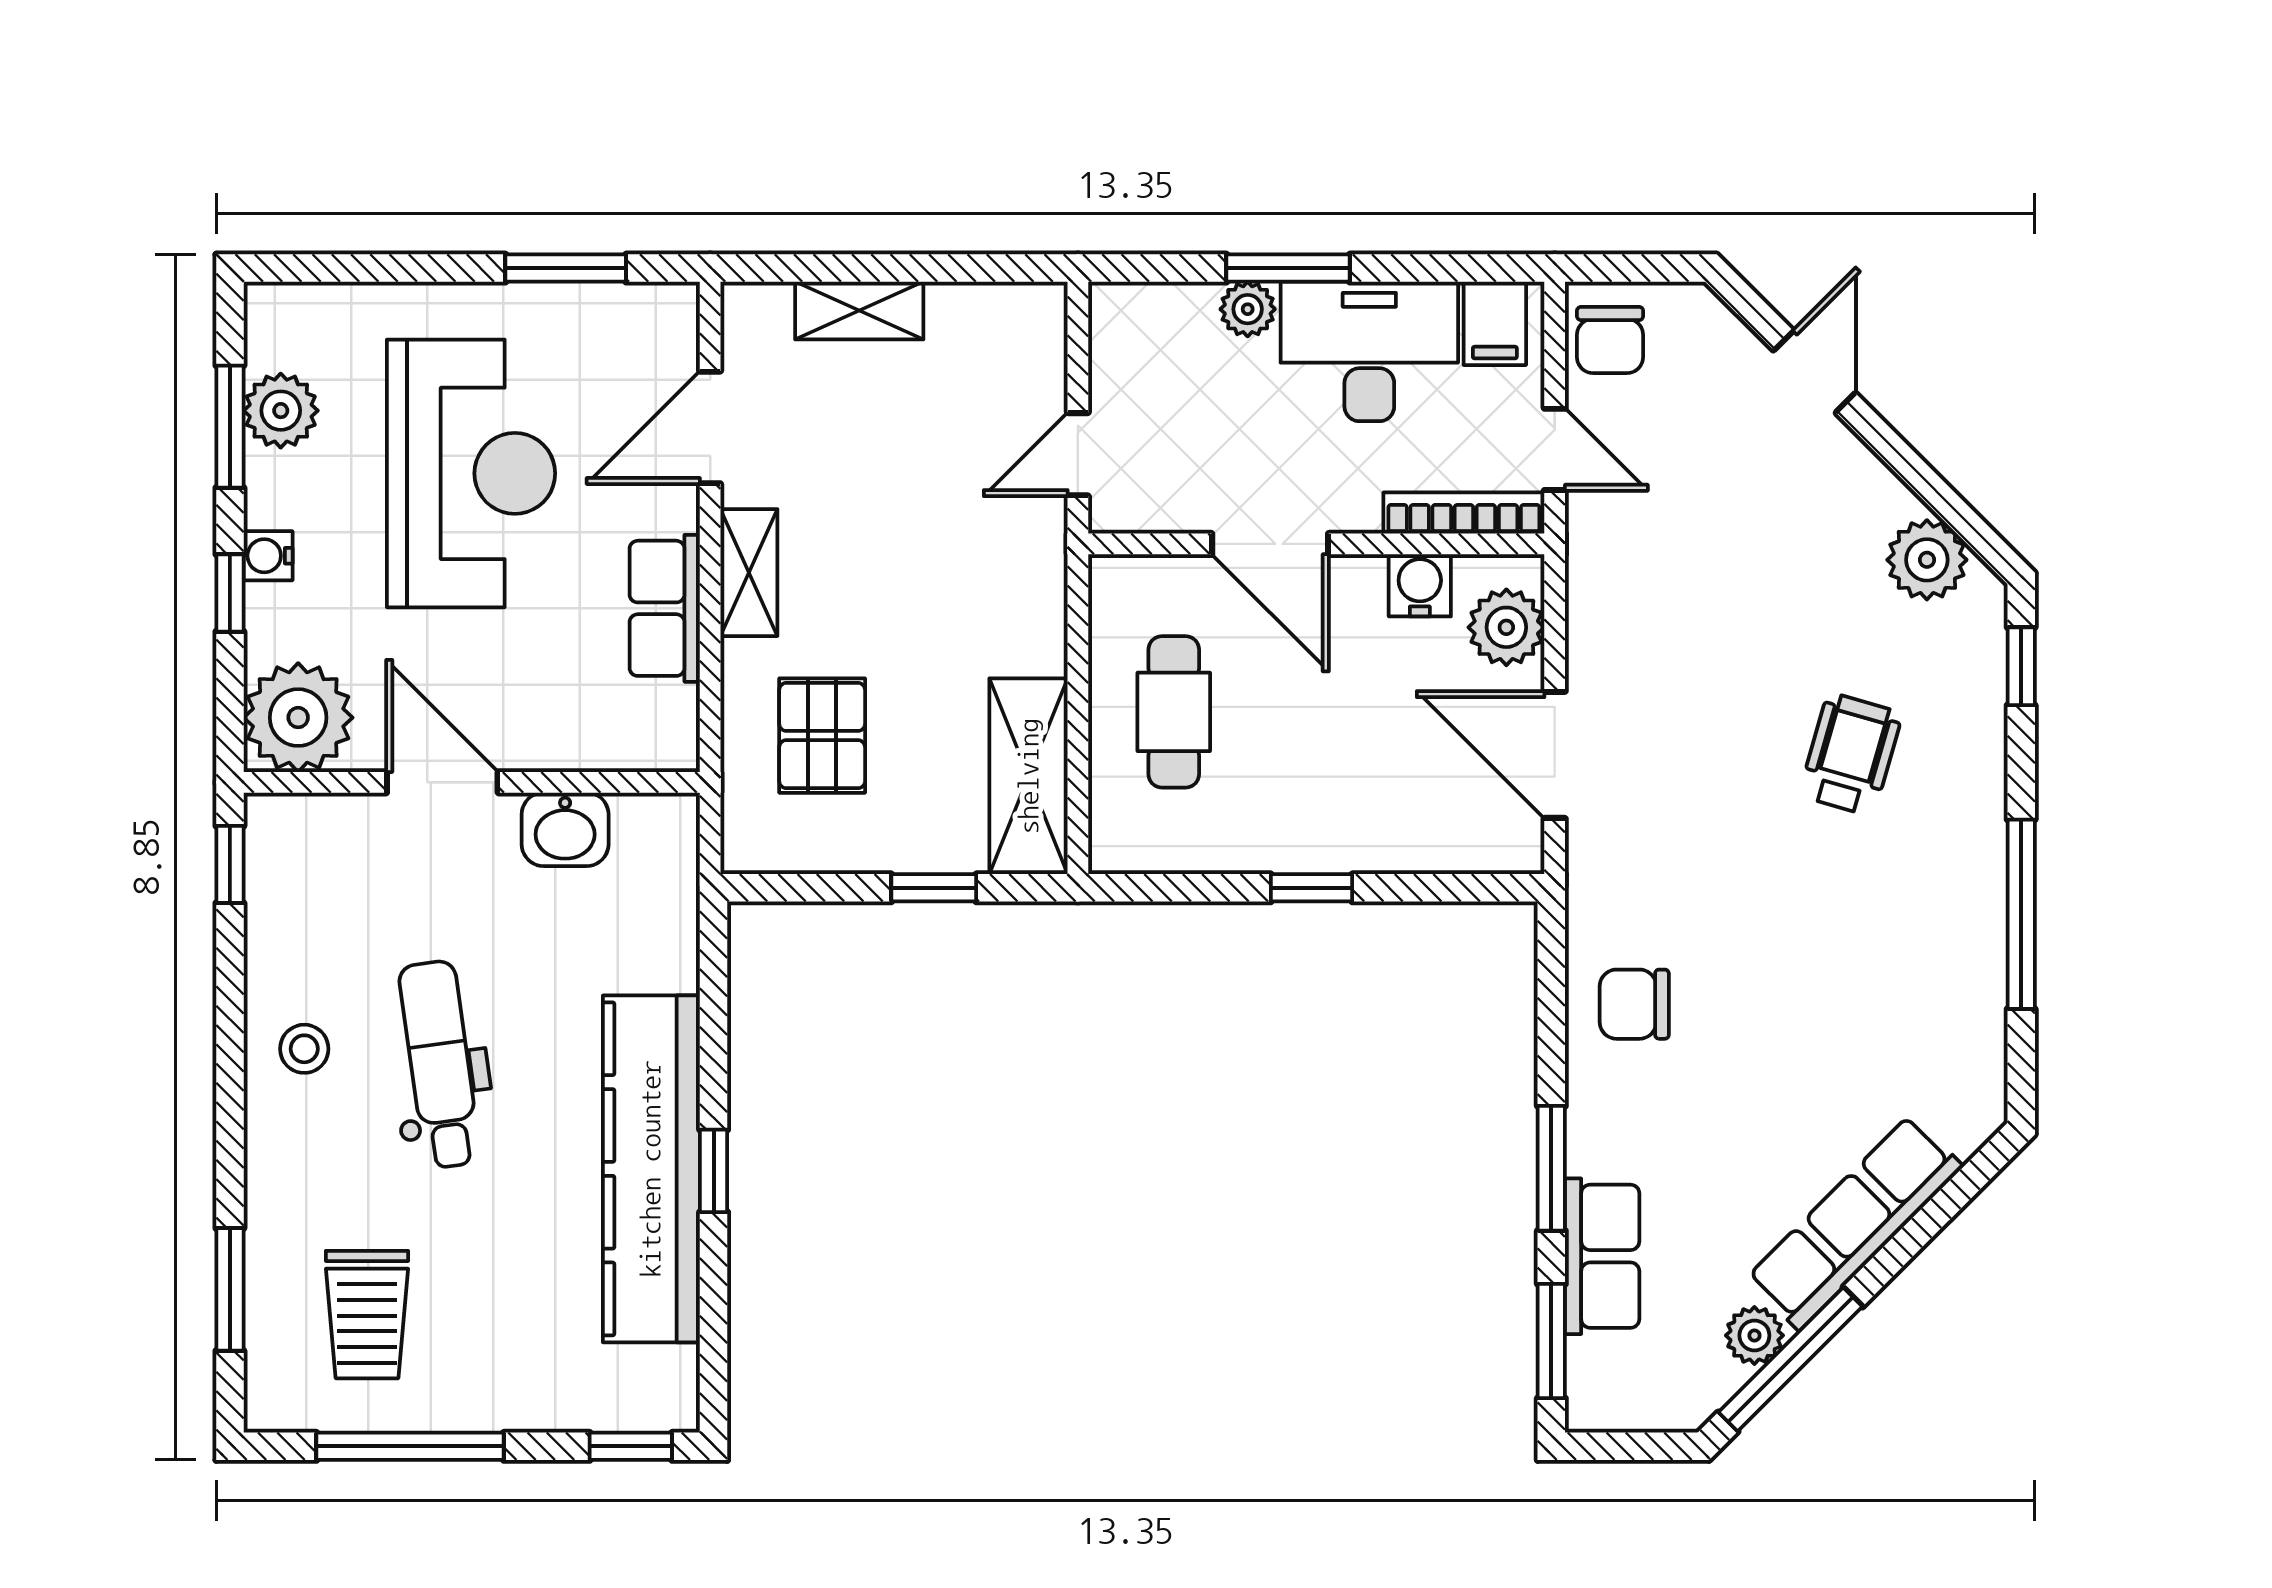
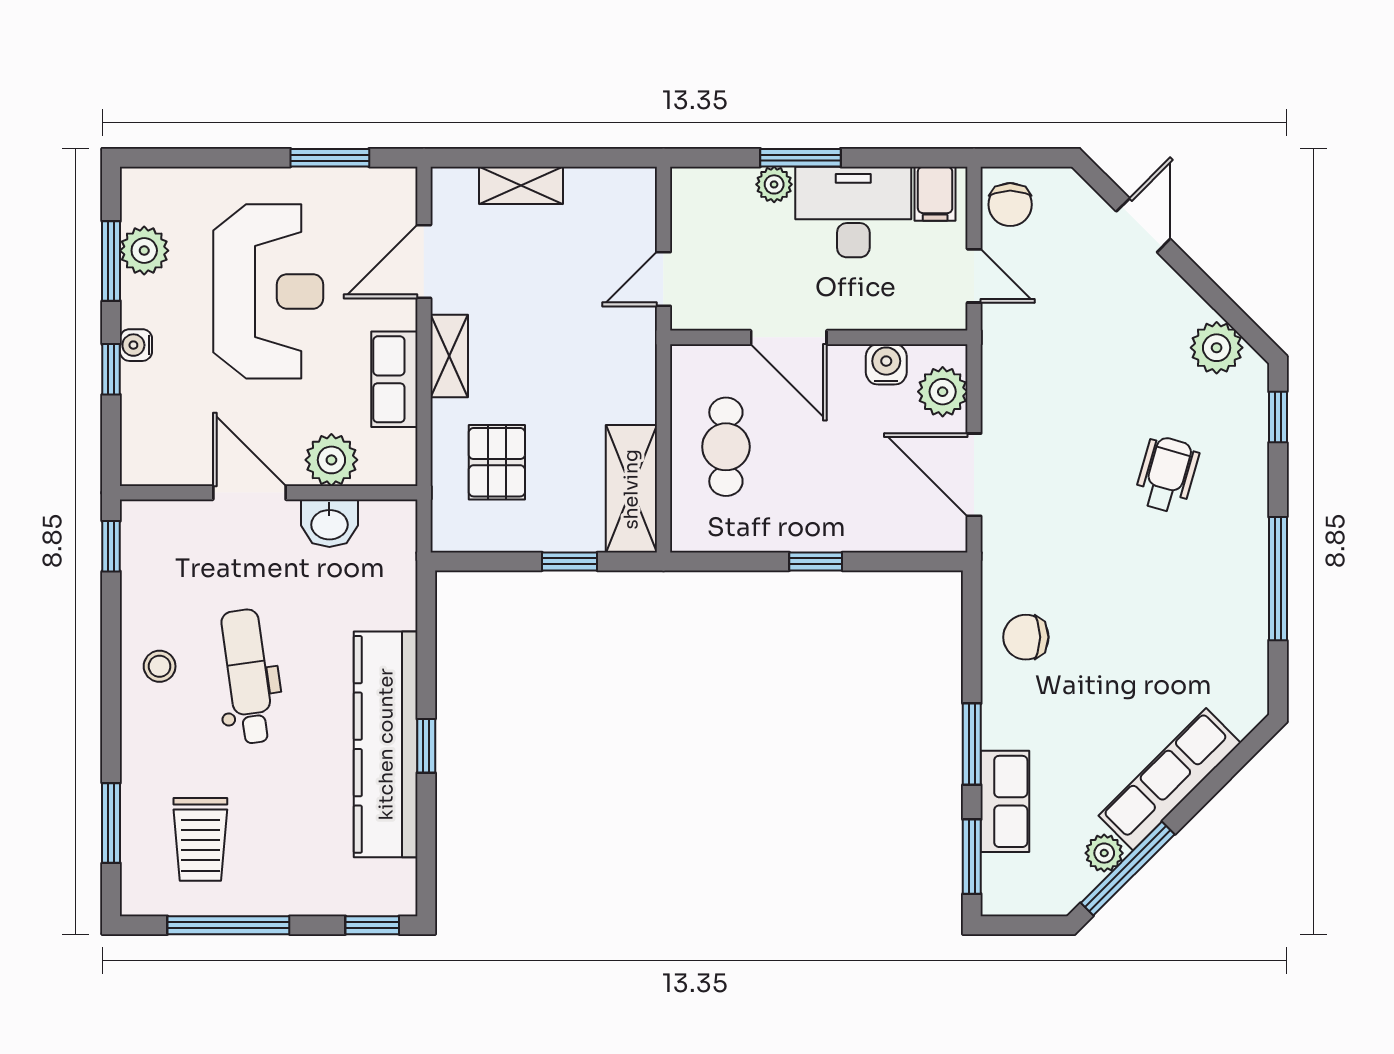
bookcase: (1464, 513) -> (915, 317), removed
plant: (298, 718) -> (331, 460), moved, width x0.73, depth x0.73

